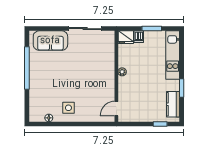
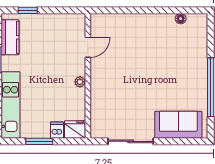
side table: (68, 108) -> (154, 32), removed
door: (116, 109) -> (88, 47), moved

